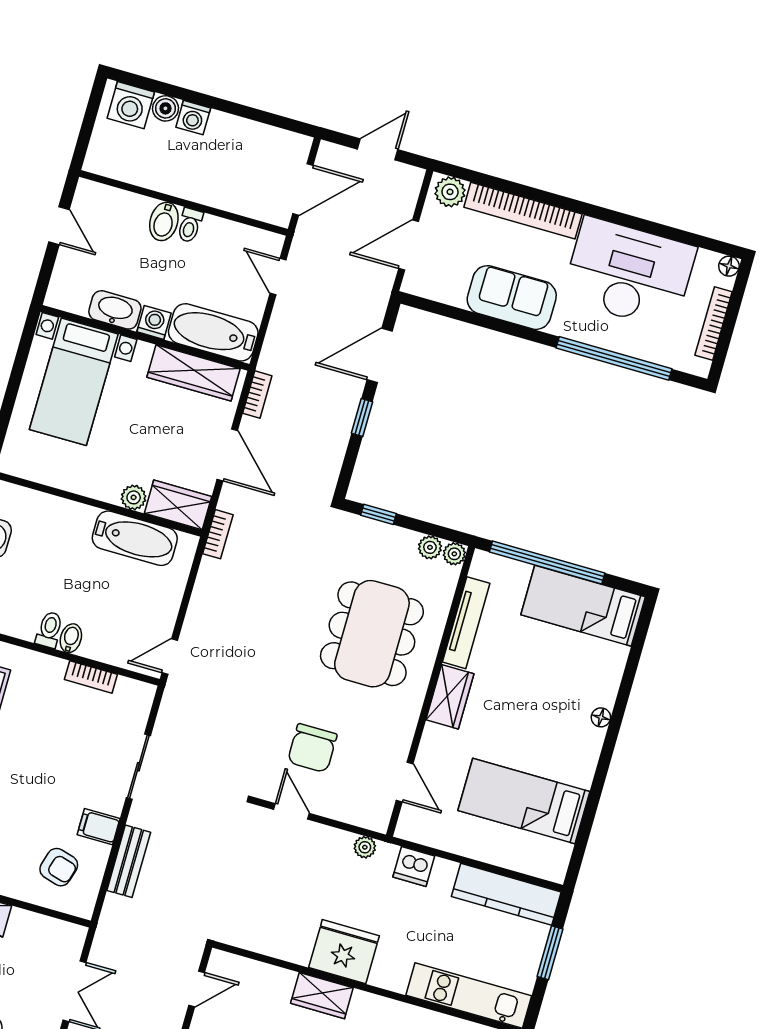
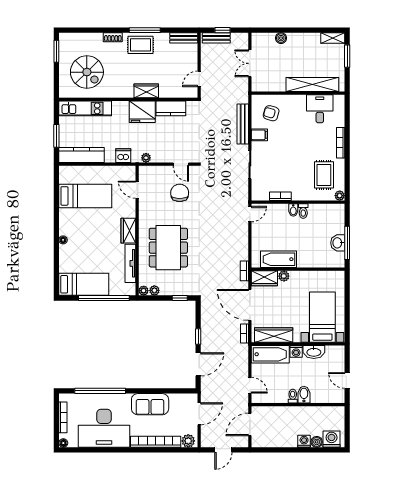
door: (227, 455) -> (250, 305), width x1.36
bench: (129, 861) -> (243, 124), width x1.36
kitchen counter: (278, 941) -> (171, 108), added

